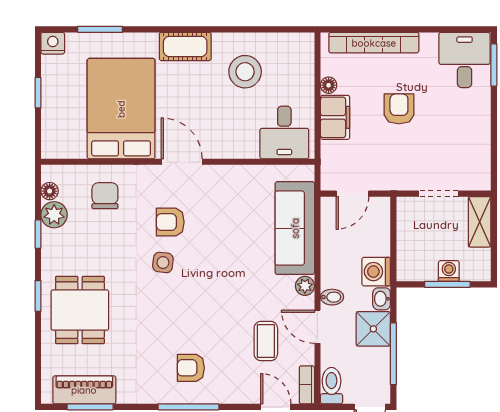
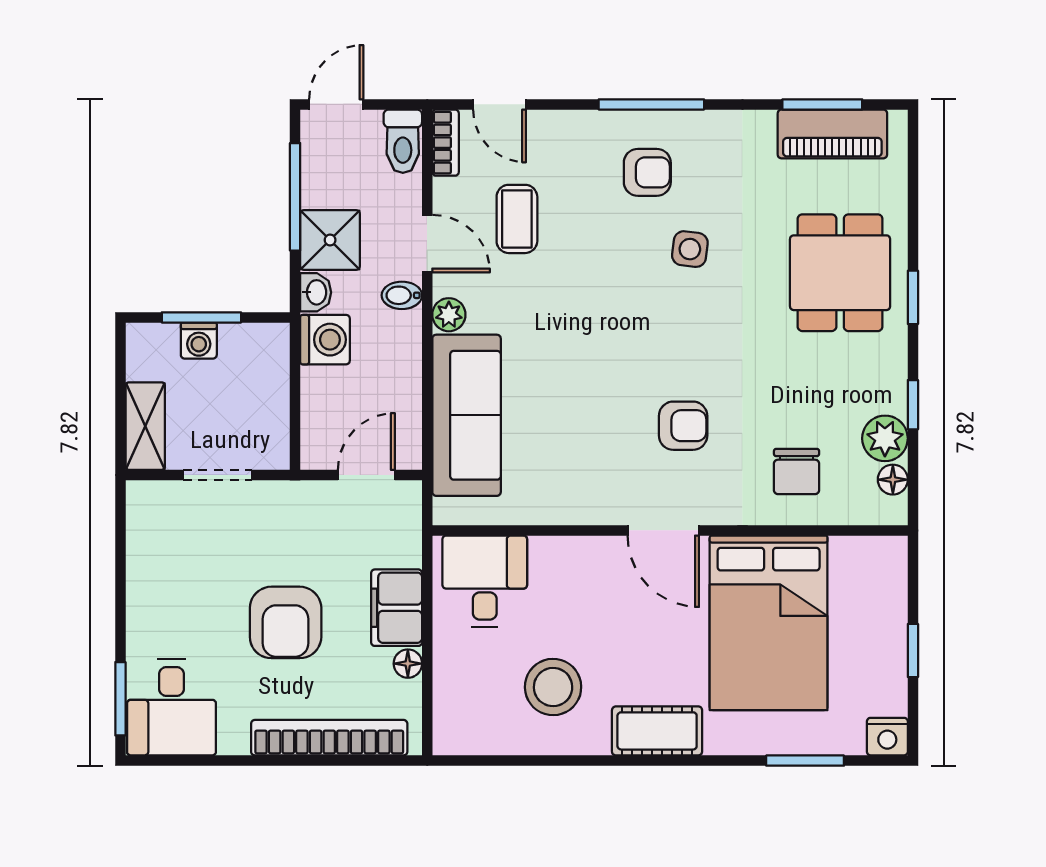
armchair: (399, 109) -> (286, 622), width x1.38, depth x1.38
side table: (163, 262) -> (690, 249), moved

